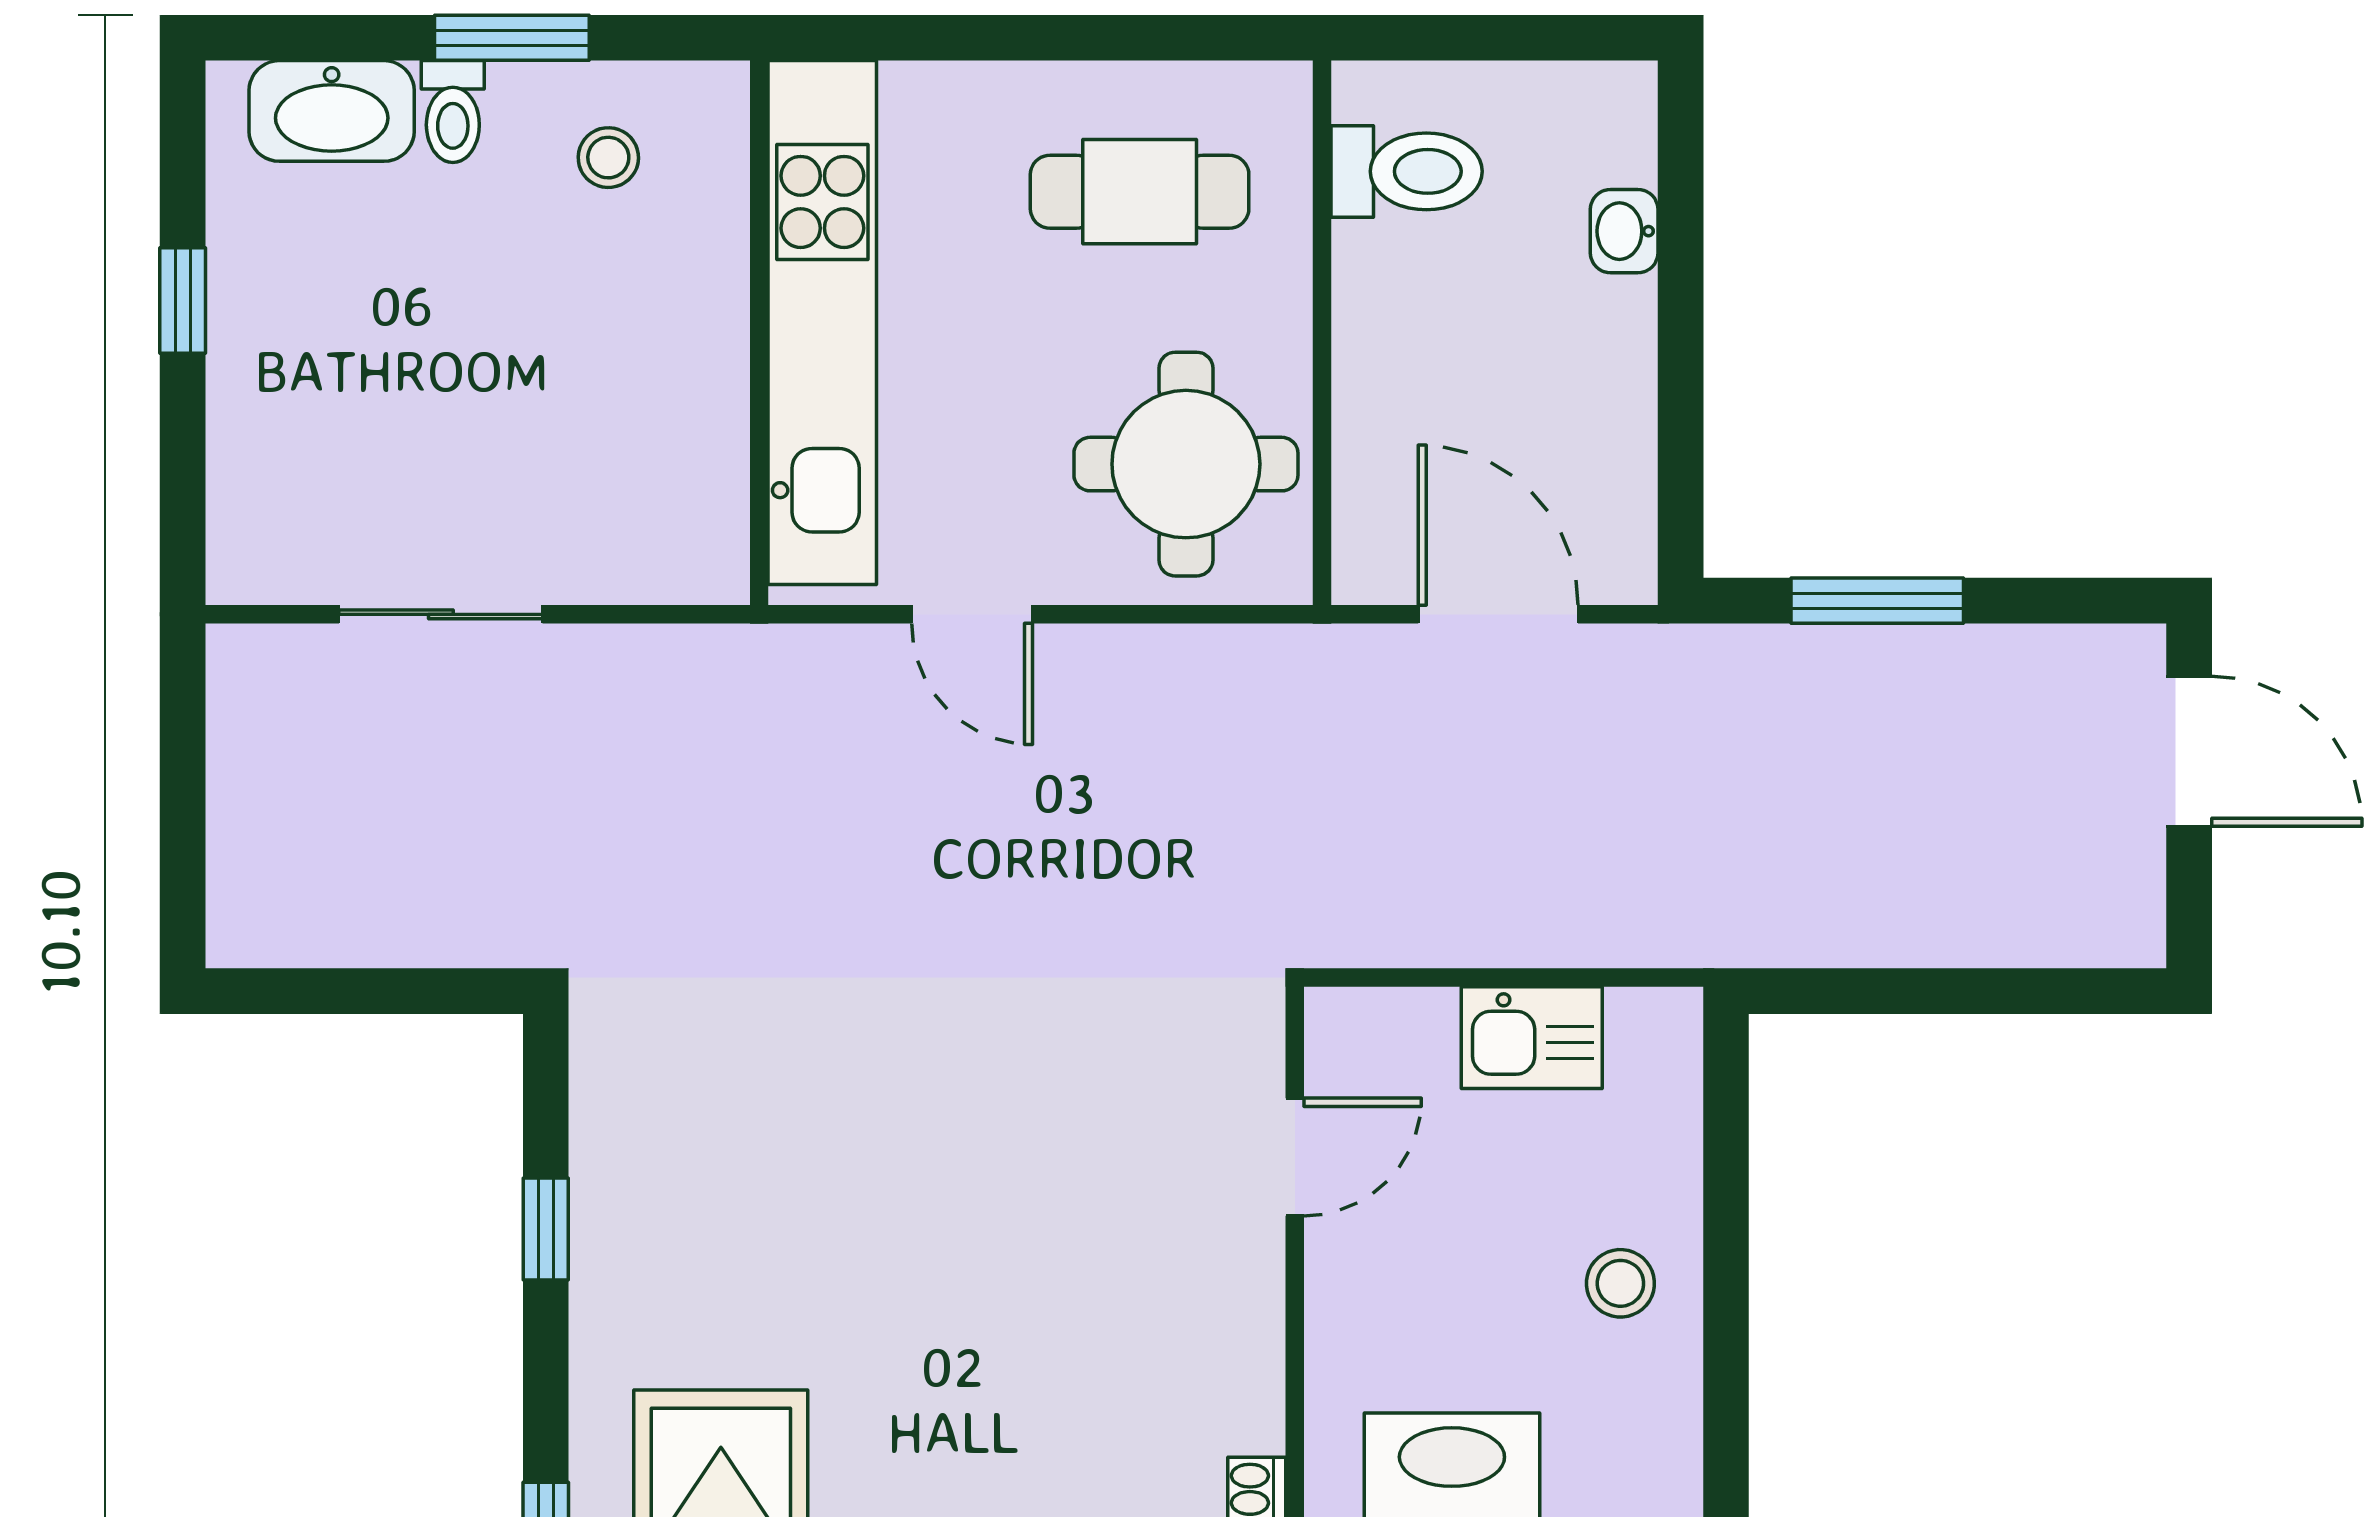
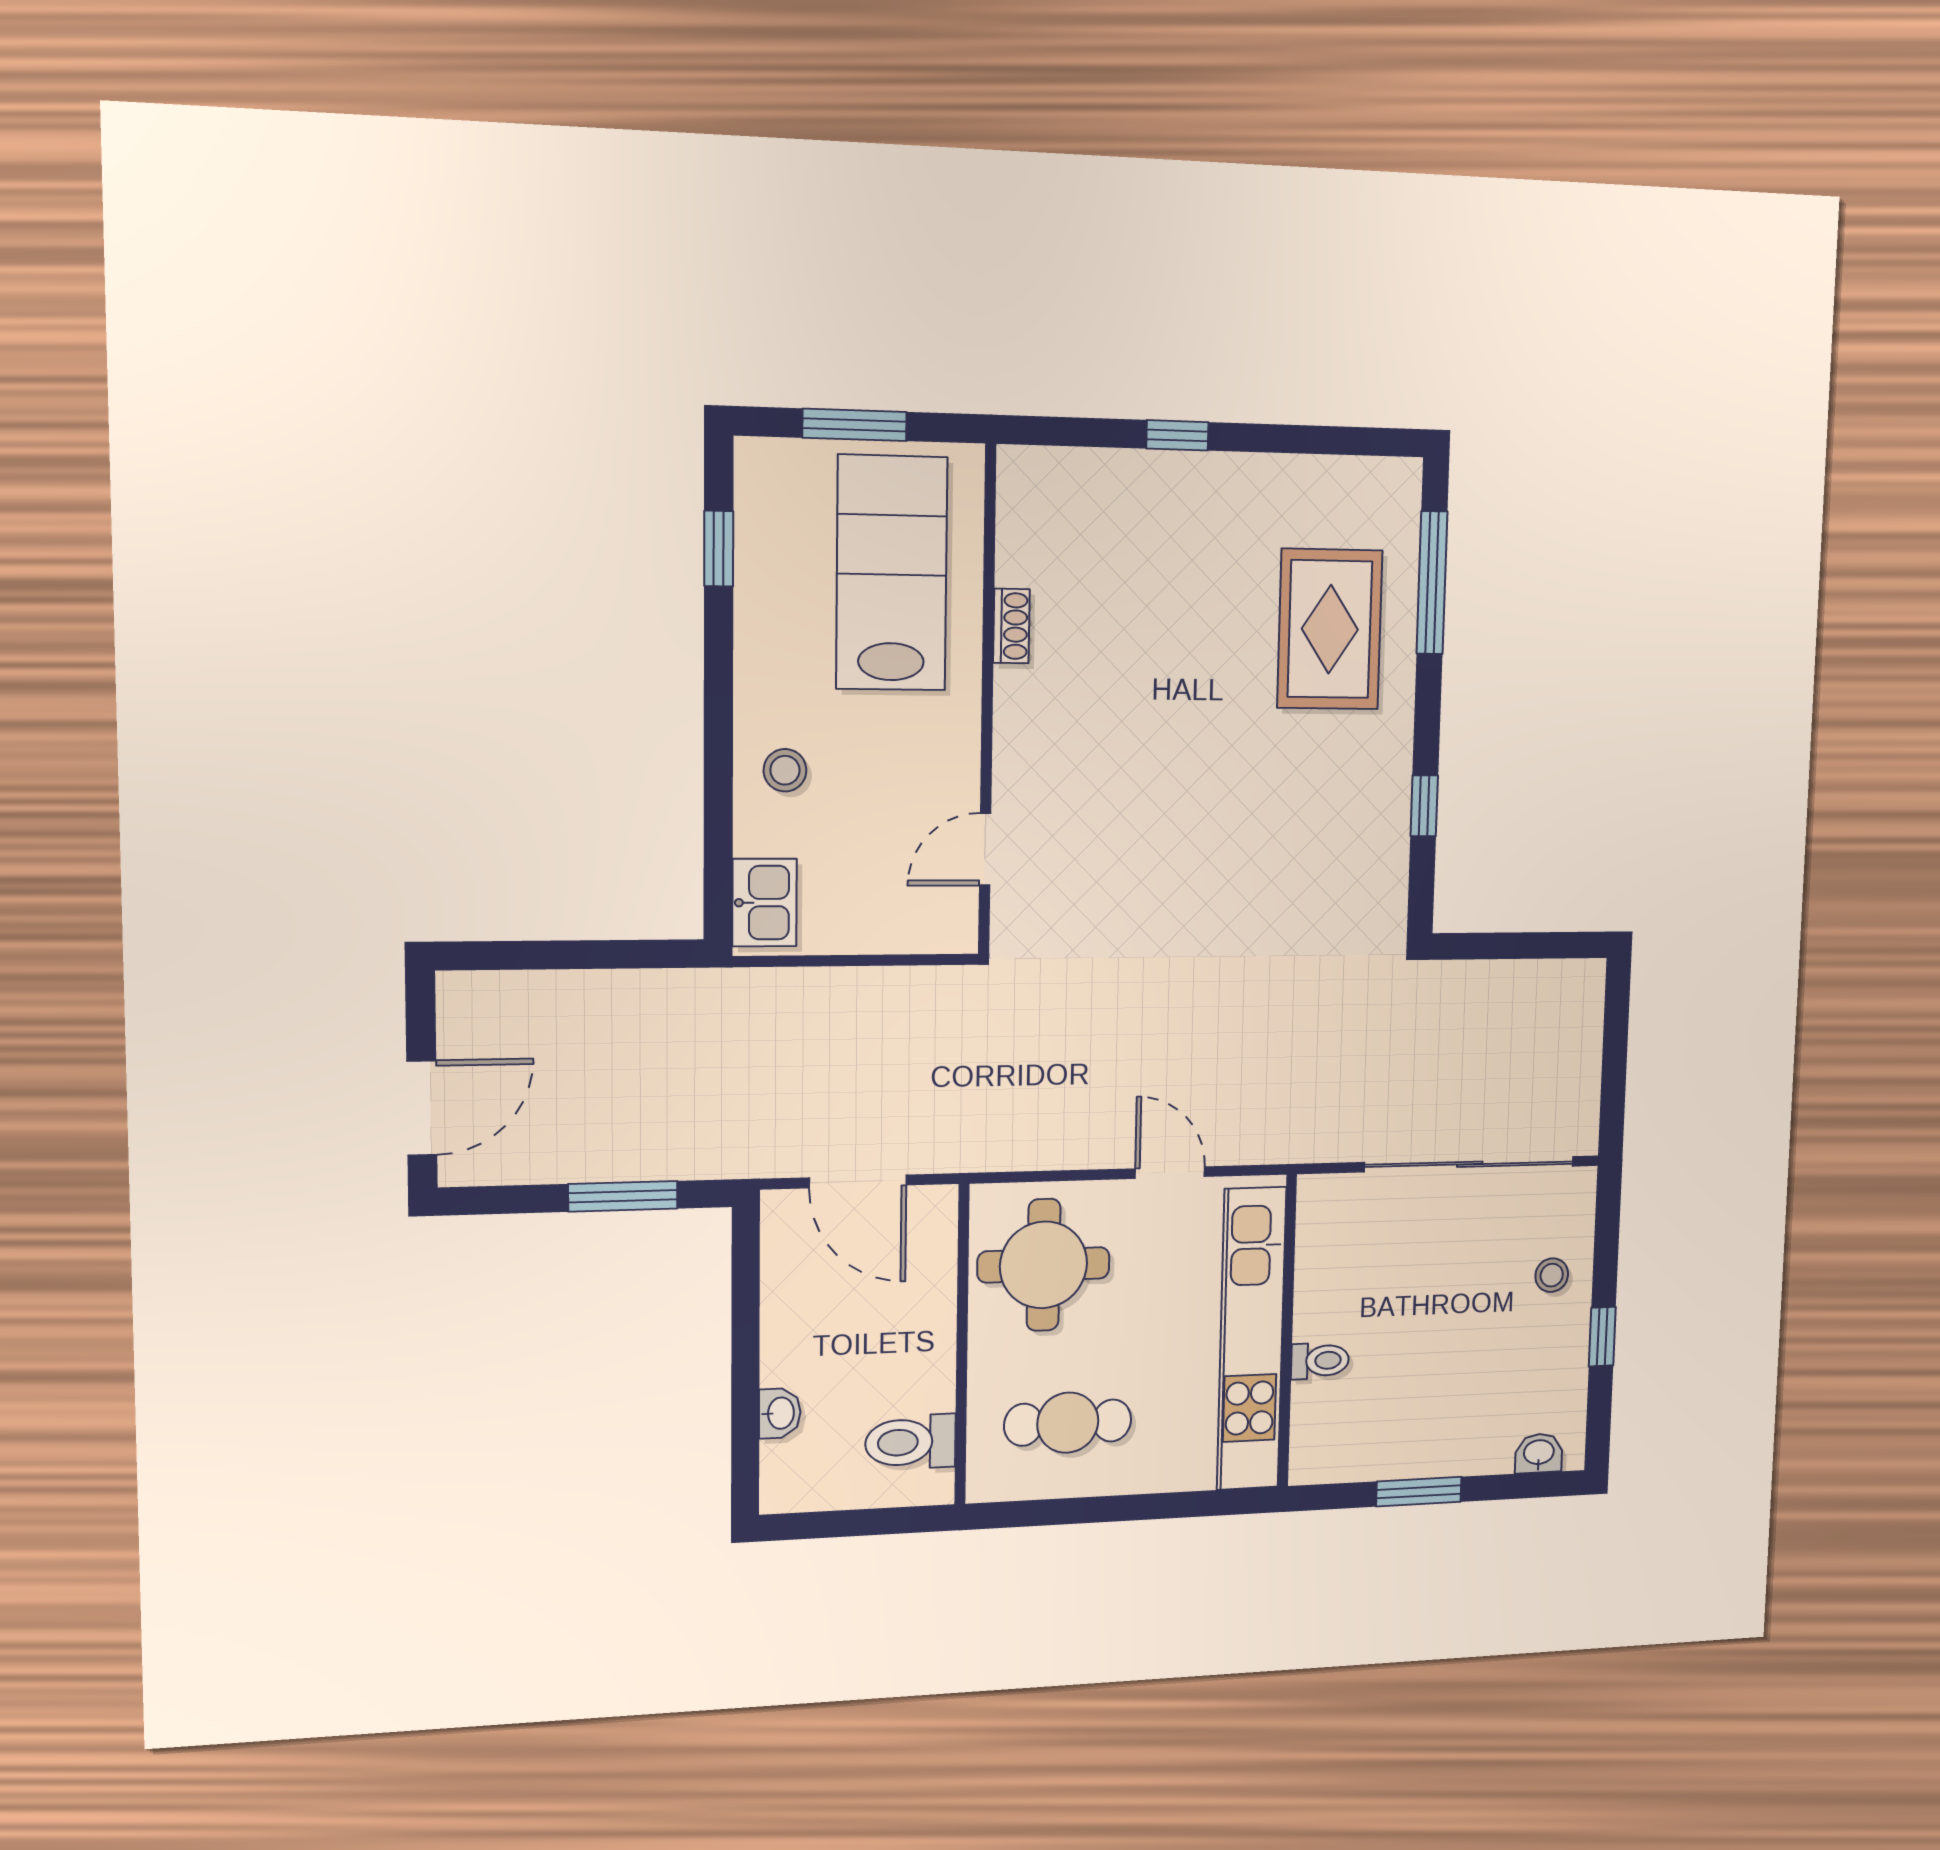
washbasin: (332, 111) -> (1539, 1453), width x0.52, depth x0.69
toilet: (453, 112) -> (1320, 1361), moved, turned 90
stool: (608, 158) -> (1552, 1275), moved
sliding door: (441, 614) -> (1470, 1164), width x1.86
door: (2189, 751) -> (422, 1108), swing flipped
kitchen sink: (1532, 1038) -> (764, 903), moved, turned 90

